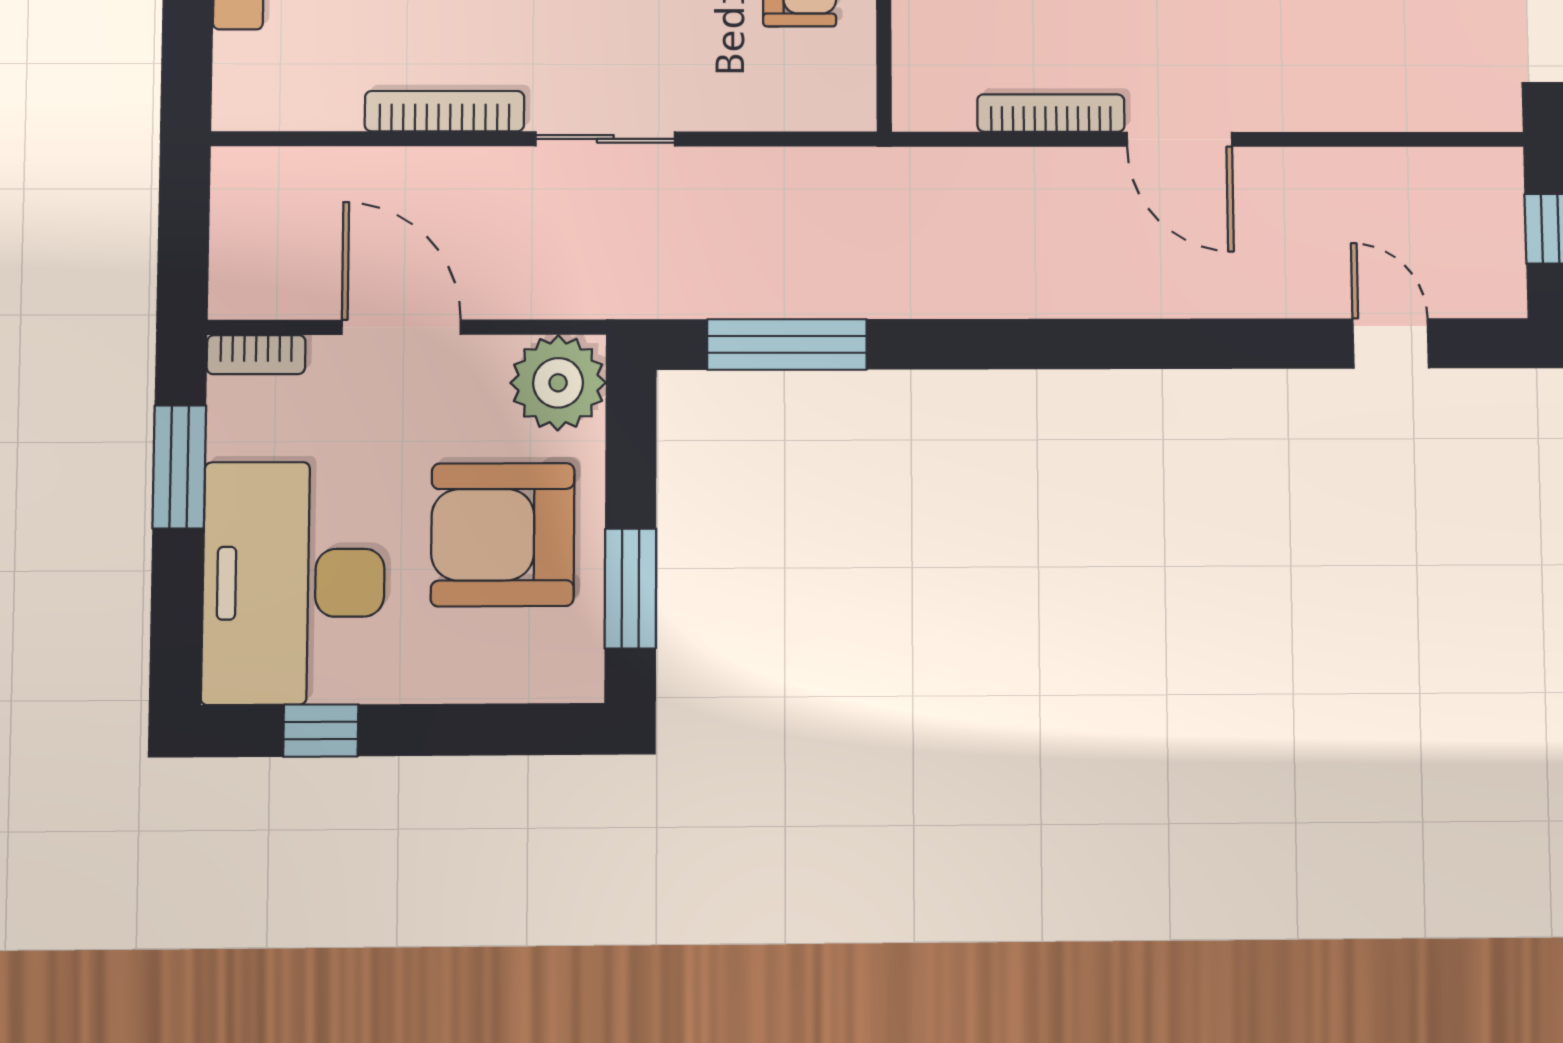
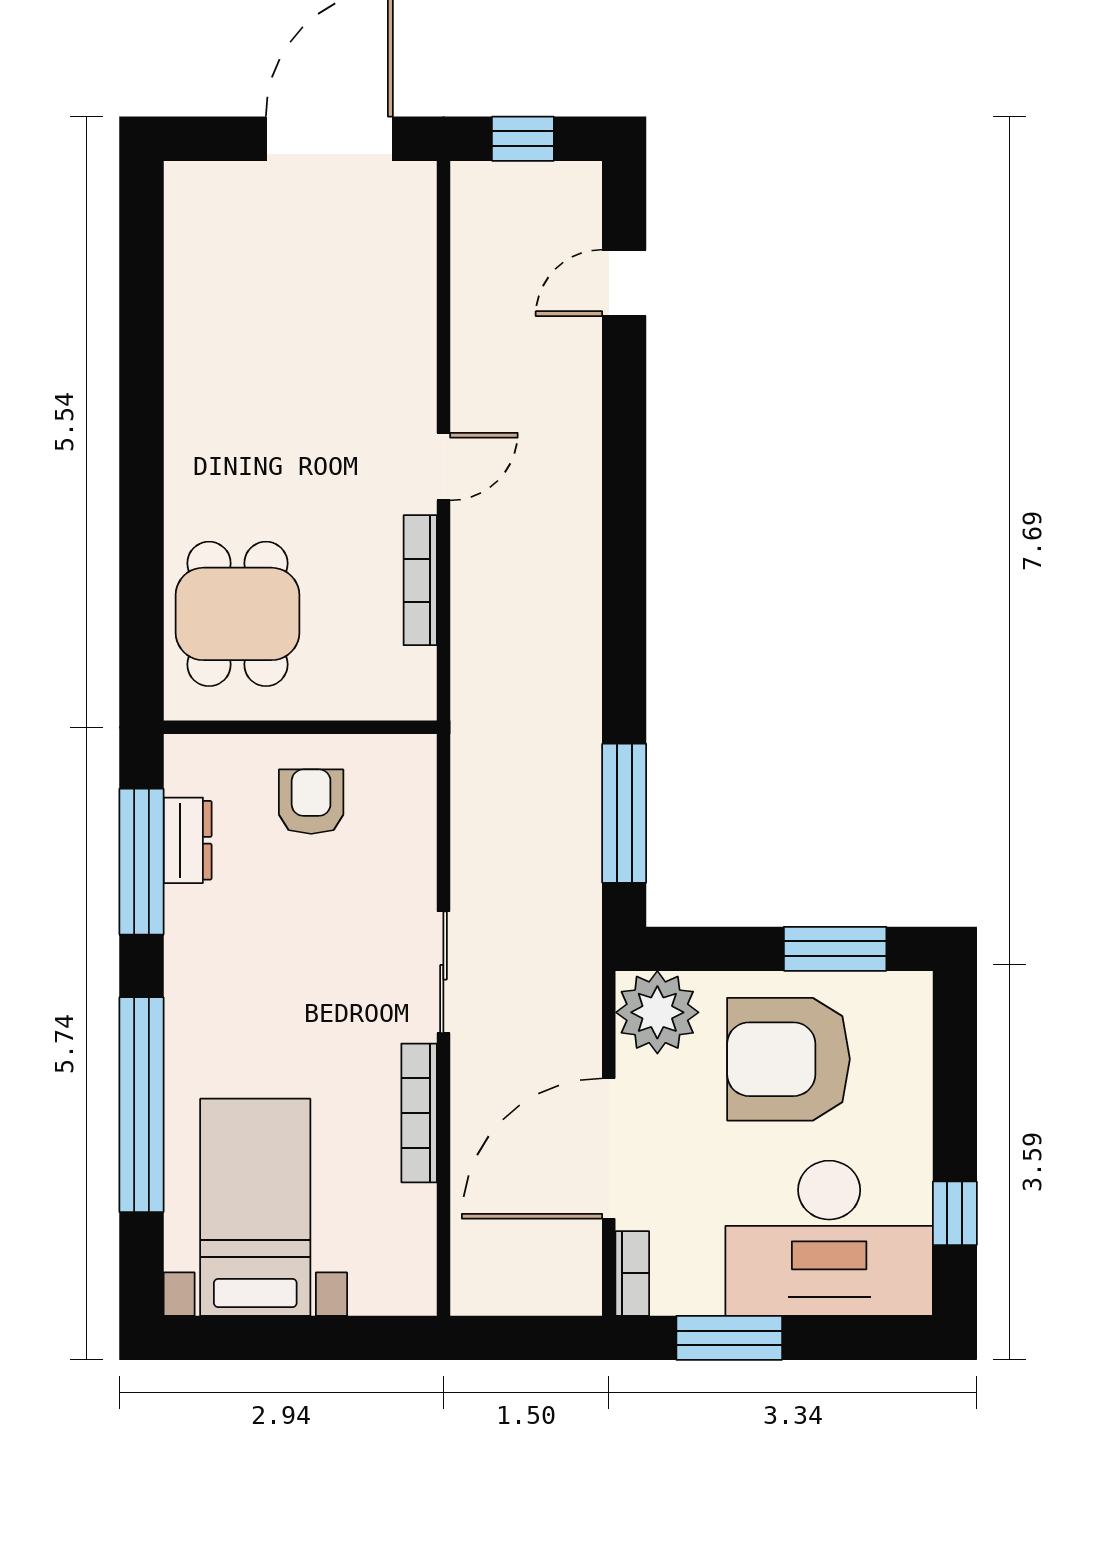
door: (1180, 139) -> (443, 467), width x0.73
door: (401, 327) -> (609, 1149), width x1.36
armchair: (503, 535) -> (788, 1059), turned 90

